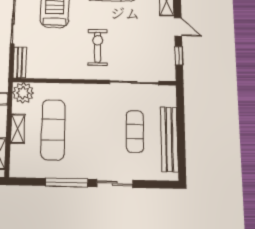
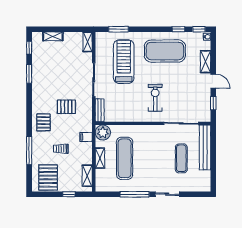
bench: (169, 139) -> (205, 147), moved

